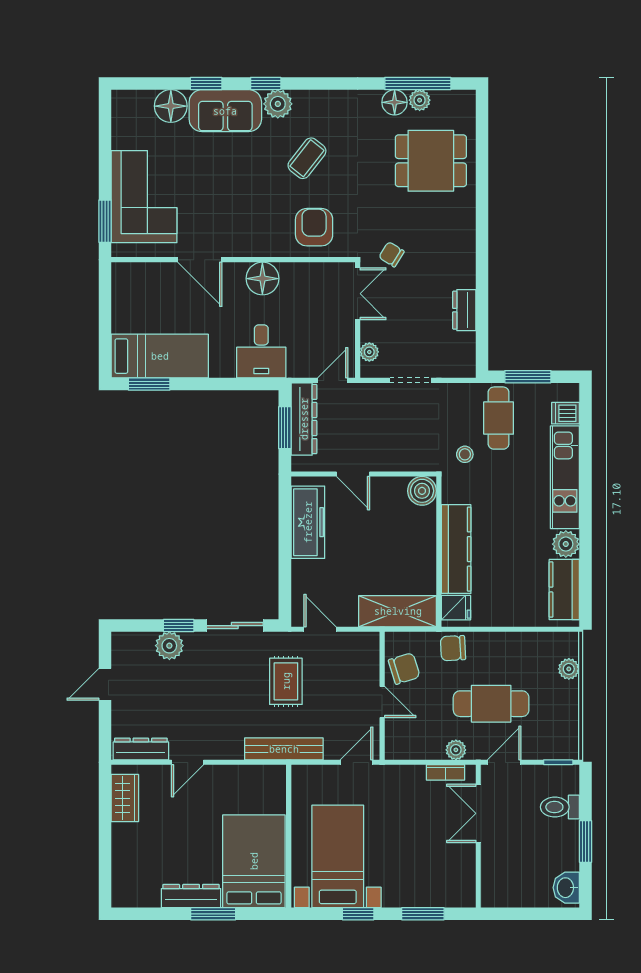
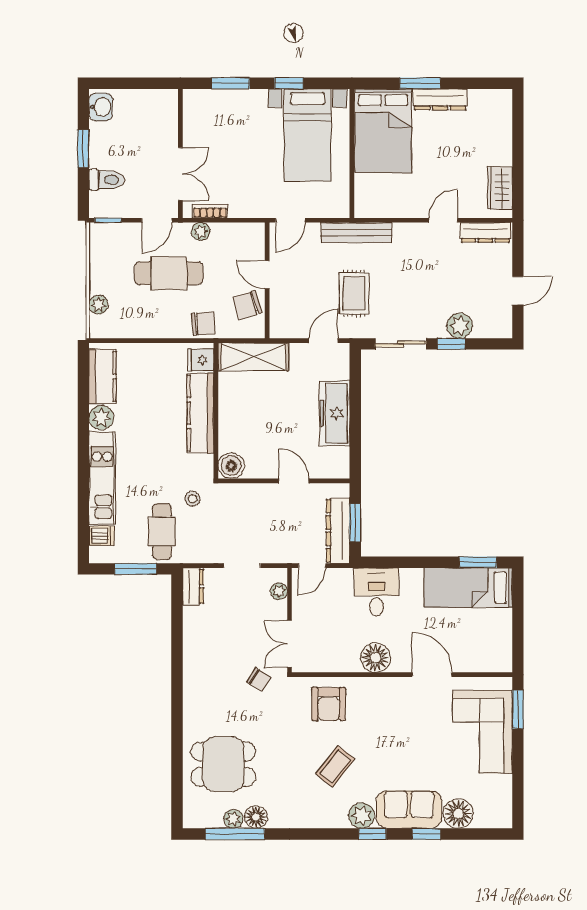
dresser: (464, 310) -> (193, 586), moved
freezer: (308, 522) -> (334, 413), moved
door: (320, 629) -> (323, 341), swing flipped

